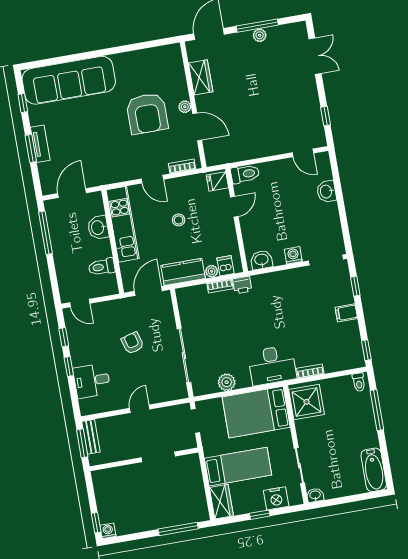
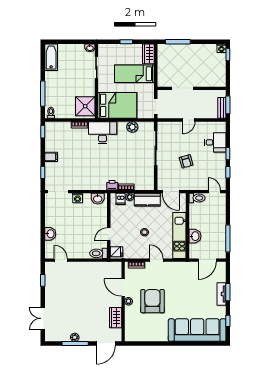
toilet: (102, 267) -> (197, 198), moved
door: (148, 291) -> (171, 192), hinge flipped
nightstand: (276, 498) -> (114, 50), removed

